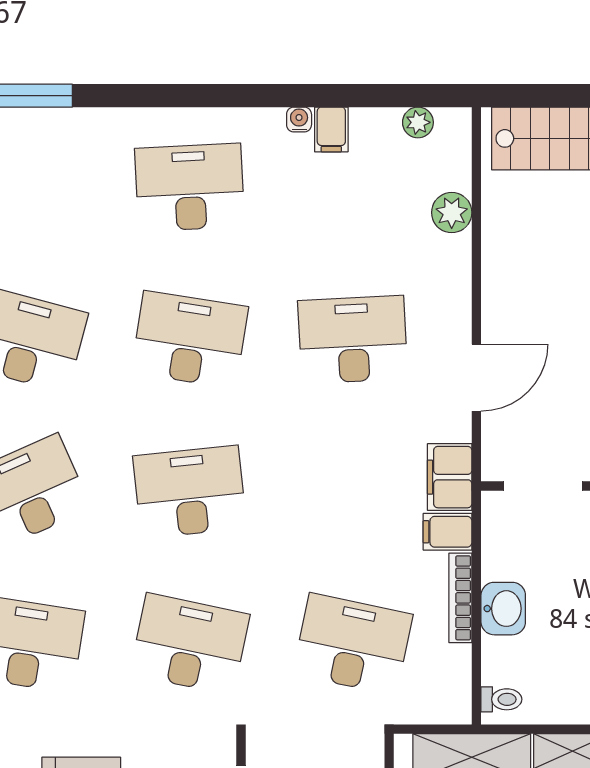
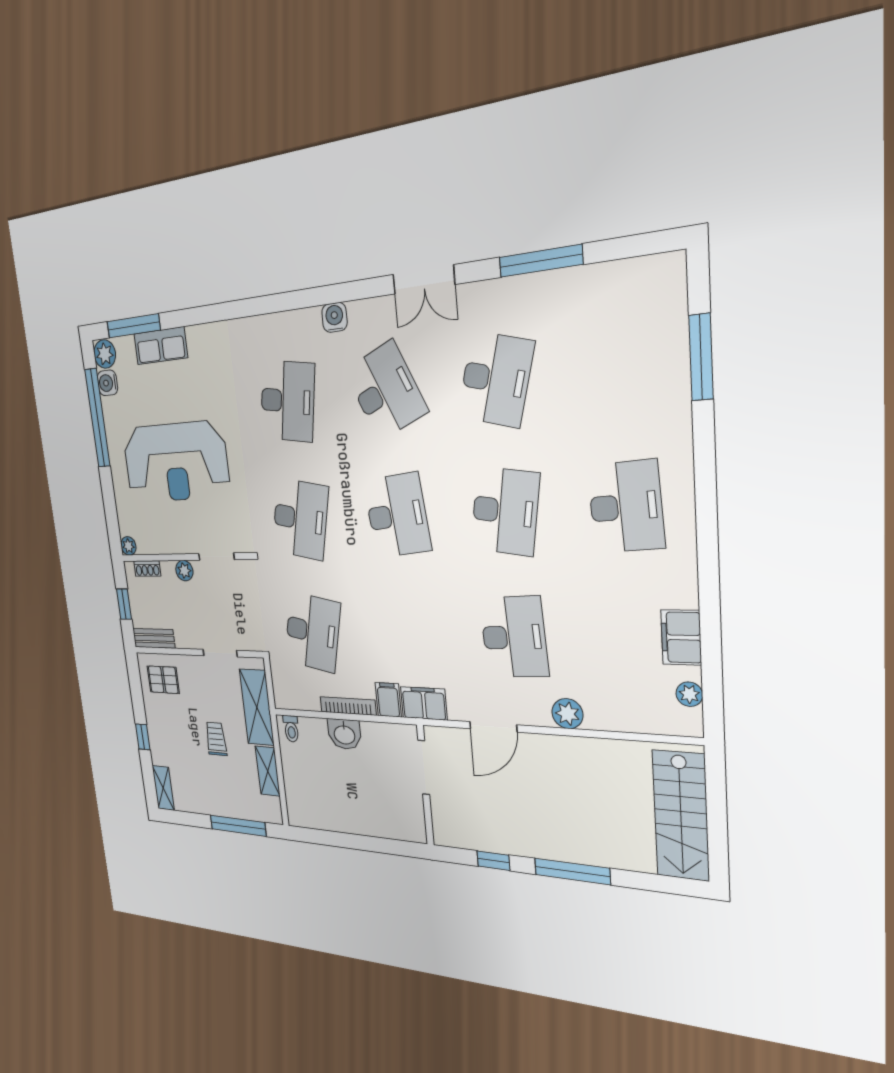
water cooler: (299, 120) -> (688, 597), removed
filing cabinet: (331, 129) -> (681, 637), width x2.00
plant: (452, 213) -> (567, 714), moved
door: (476, 378) -> (493, 727), hinge flipped

